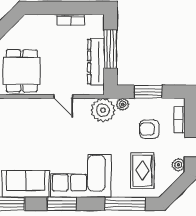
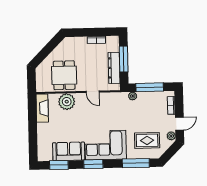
window: (148, 92) -> (150, 87), width x1.44
plant: (103, 110) -> (67, 102), moved
armchair: (149, 129) -> (151, 112), removed
rug: (142, 171) -> (147, 140), turned 90

